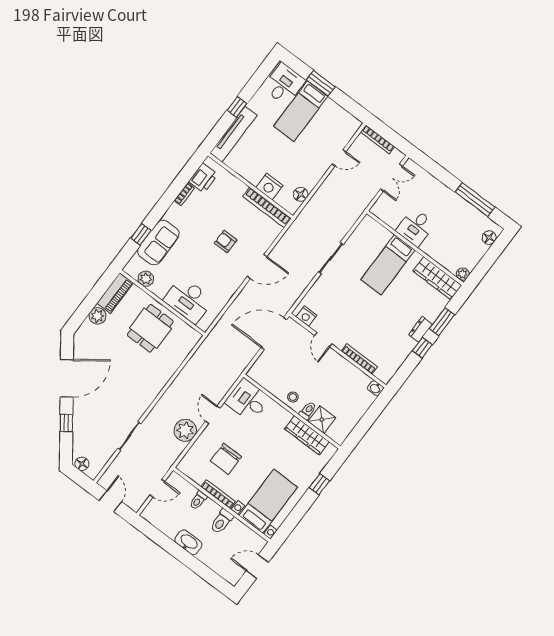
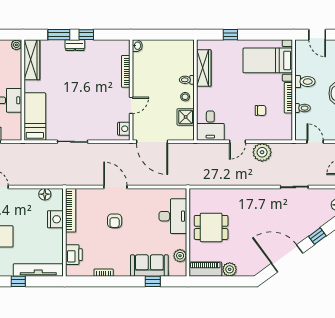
printer: (203, 178) -> (74, 255), moved, turned 90
bed: (388, 265) -> (35, 117), moved, turned -90
shower: (322, 420) -> (186, 117), moved
chair: (226, 459) -> (261, 110), width x0.54, depth x0.54

